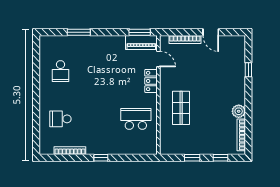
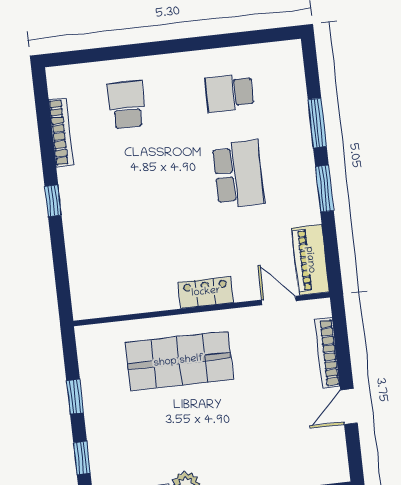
window: (140, 32) -> (325, 189), moved
door: (158, 59) -> (279, 300), swing flipped
locker: (151, 81) -> (206, 292), moved
shop shelf: (181, 108) -> (179, 361), width x1.43, depth x1.36
school desk: (136, 119) -> (238, 174), moved

